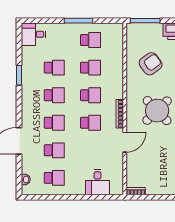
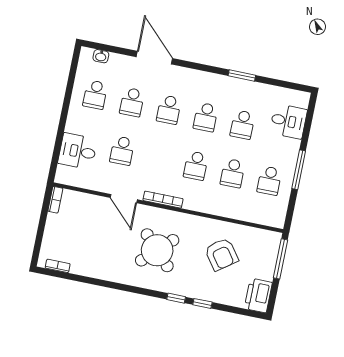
desk: (34, 34) -> (288, 121), moved, turned 90
school desk: (91, 123) -> (122, 151), moved

